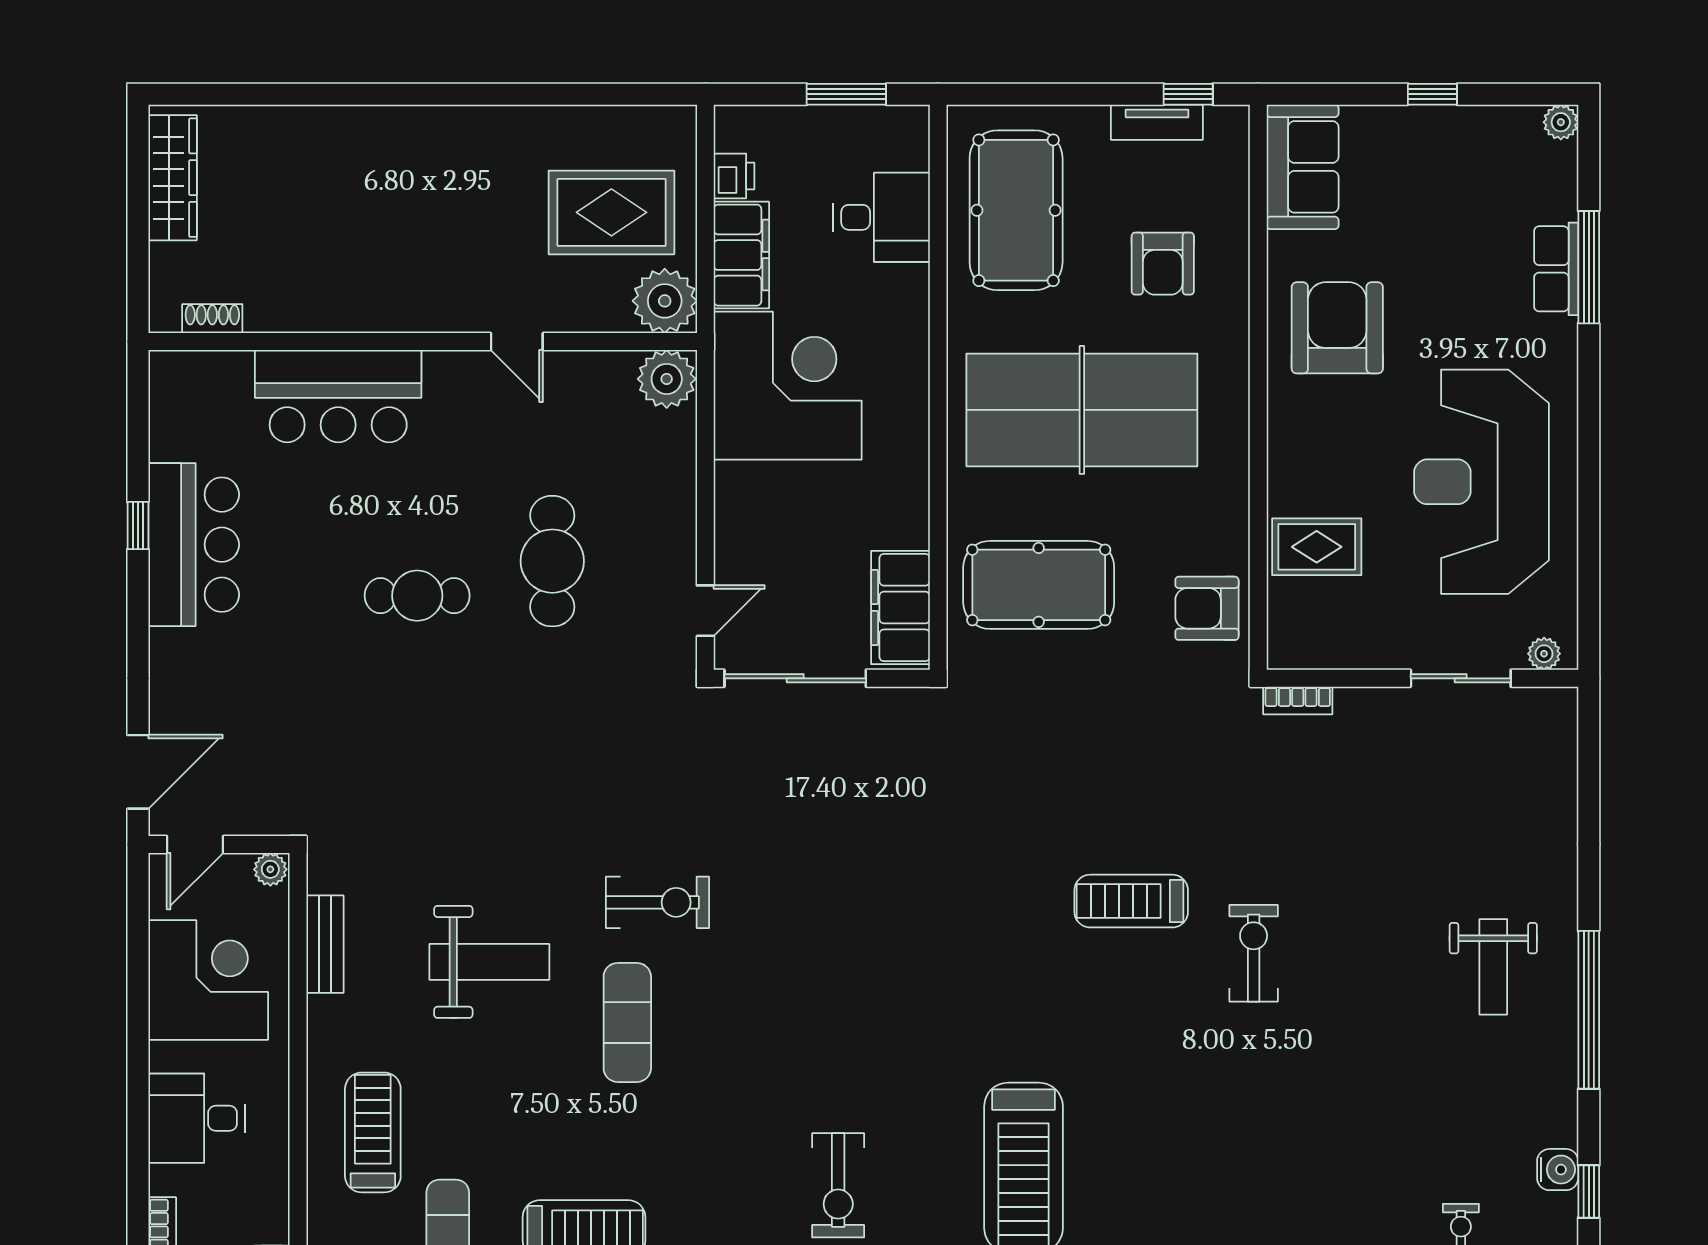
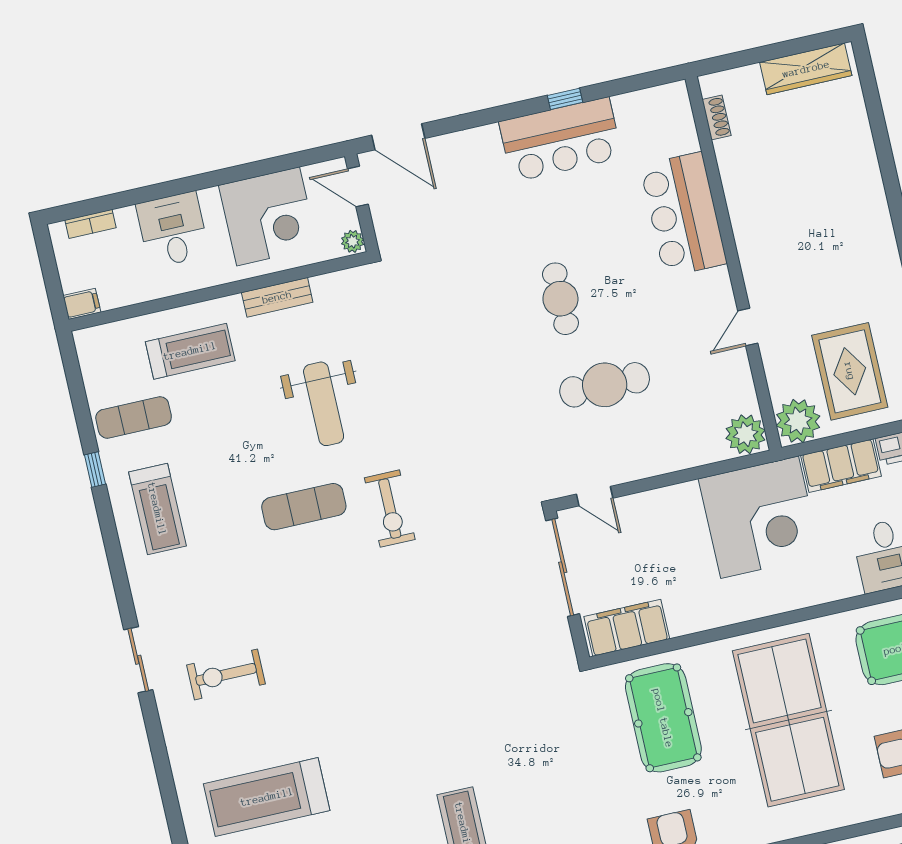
bench: (325, 944) -> (277, 297), moved

